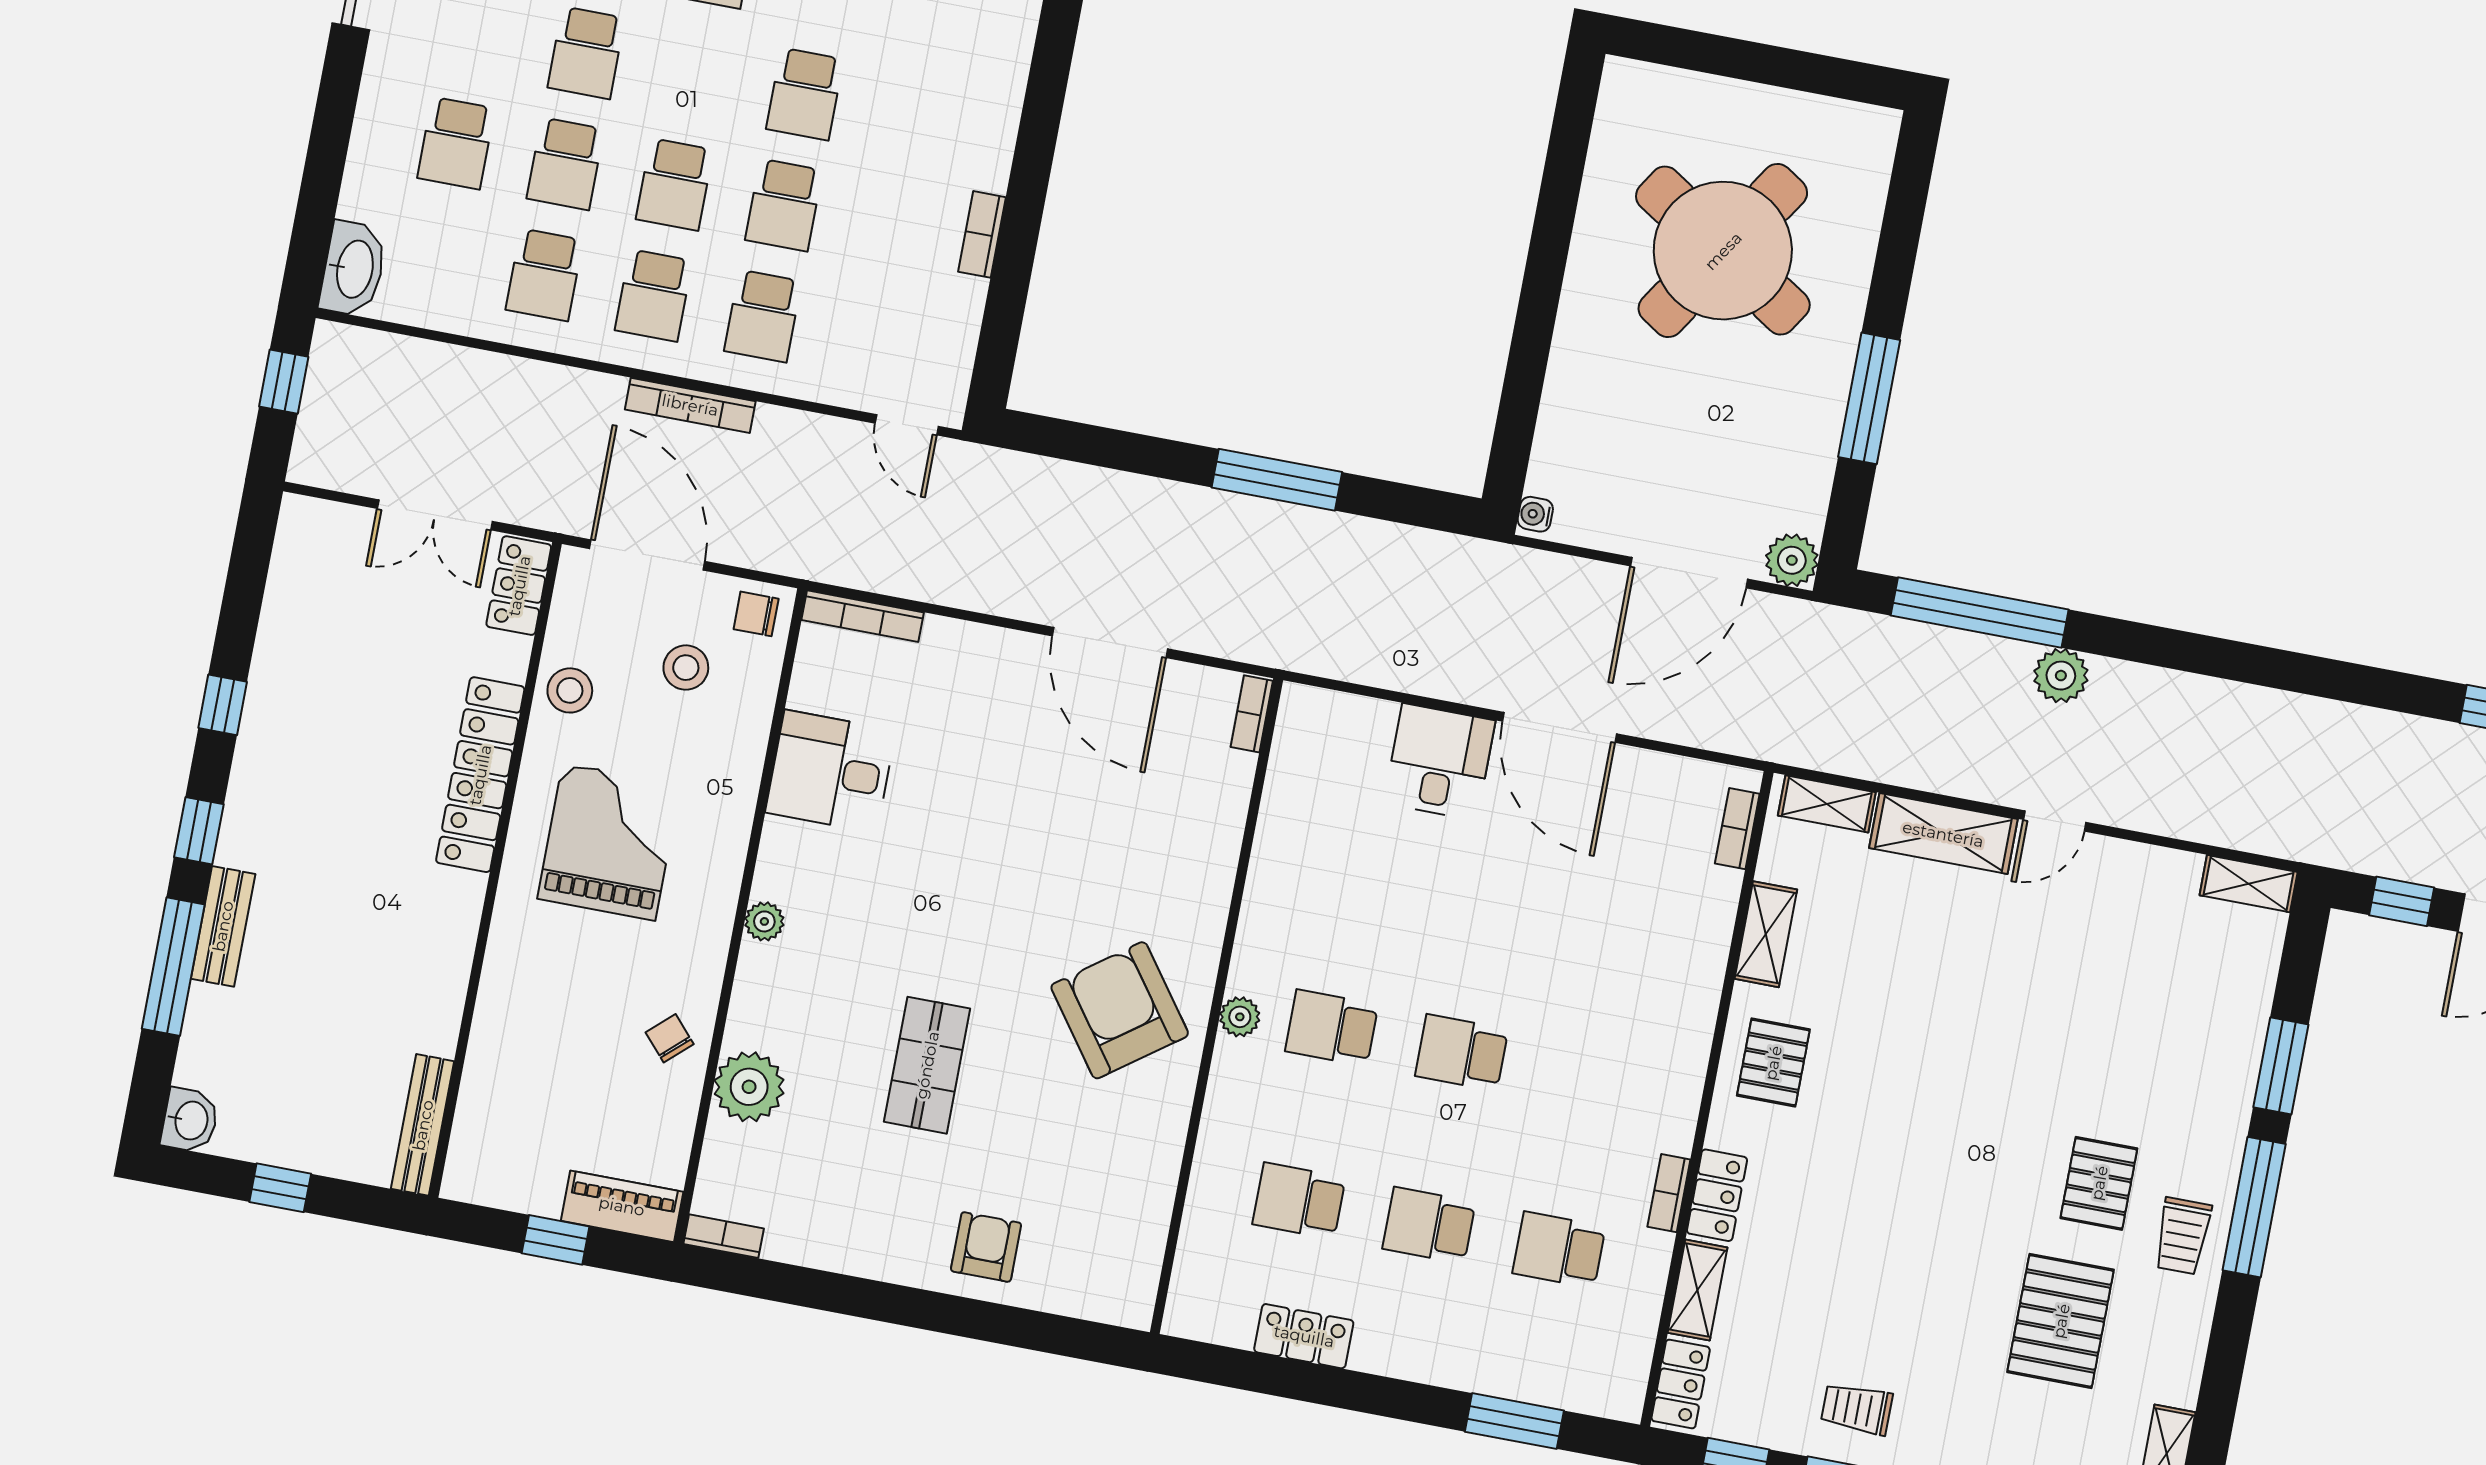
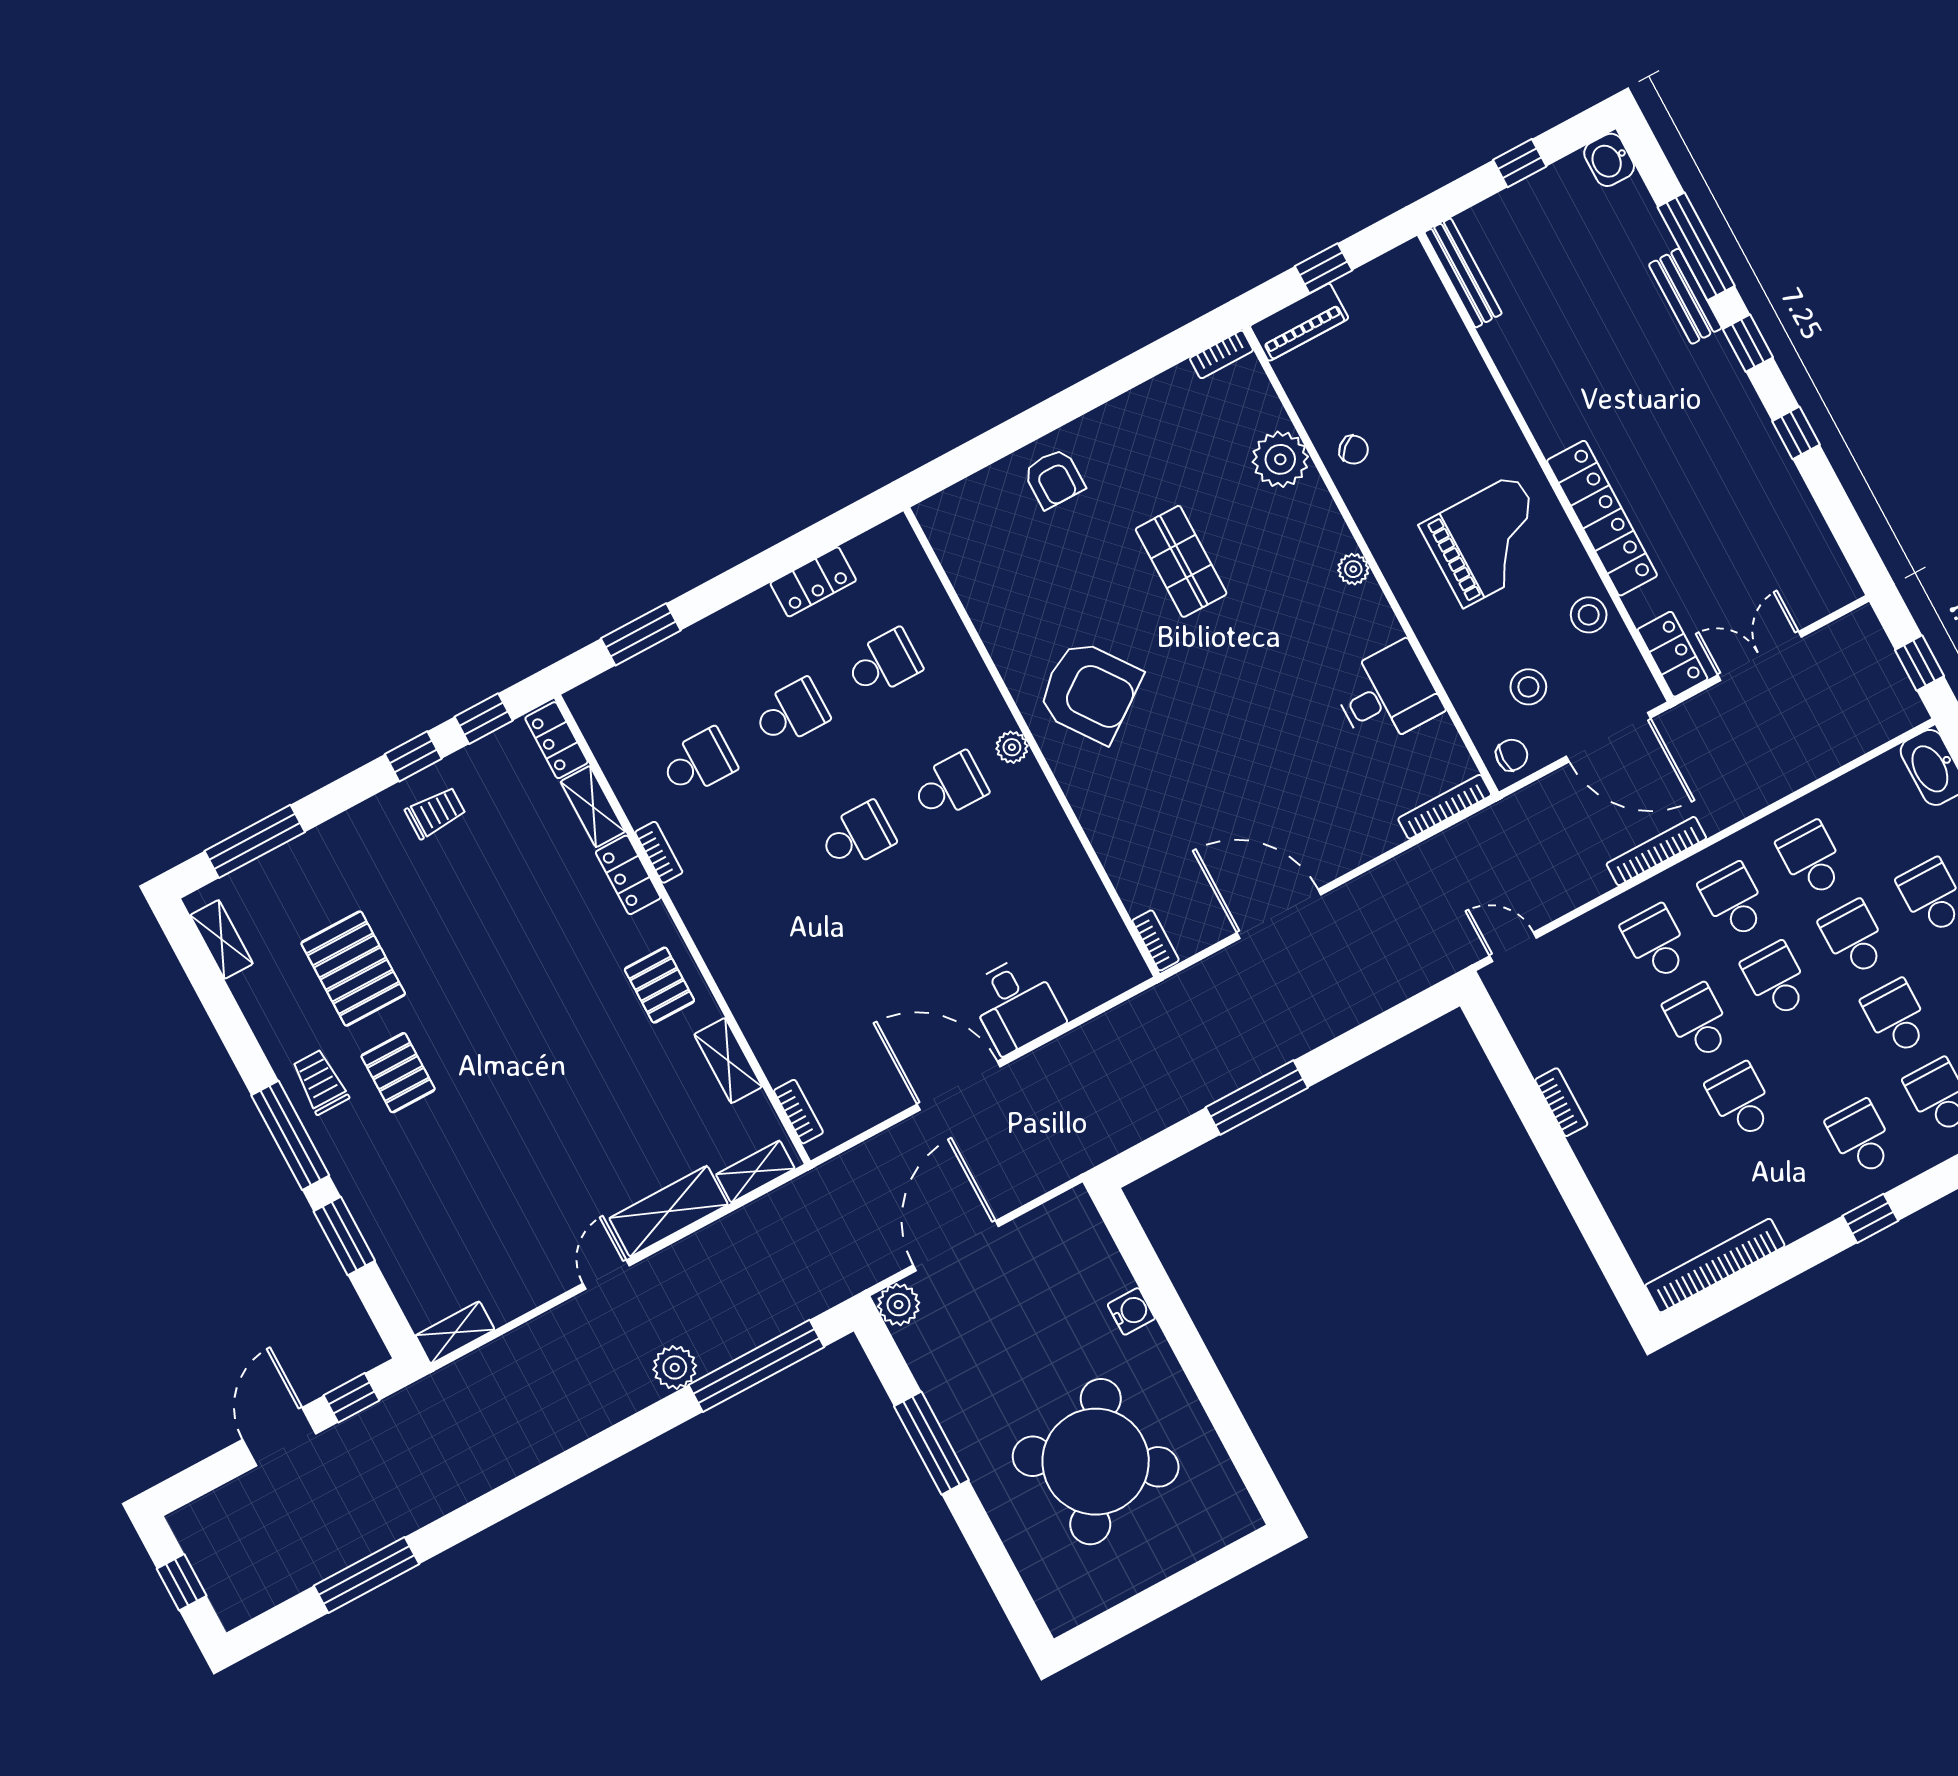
water cooler: (1535, 514) -> (1131, 1311), moved, width x1.38, depth x1.38
grand piano: (609, 842) -> (1489, 541), turned -90

